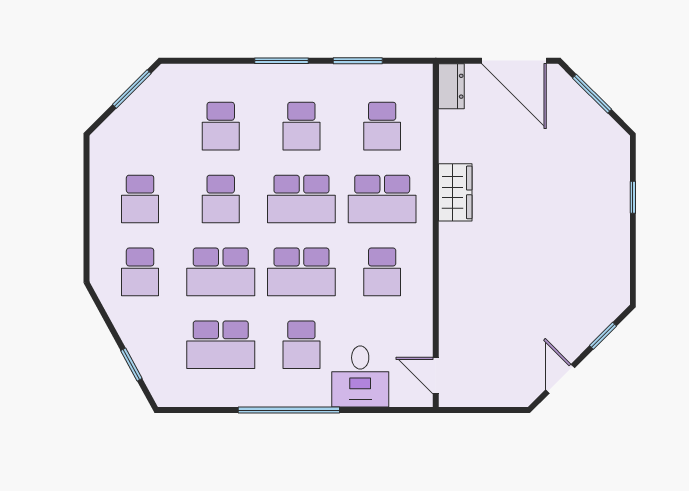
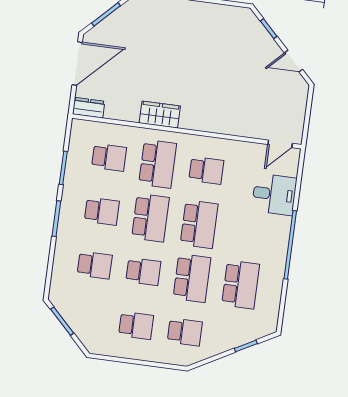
school desk: (301, 345) -> (248, 231), removed

